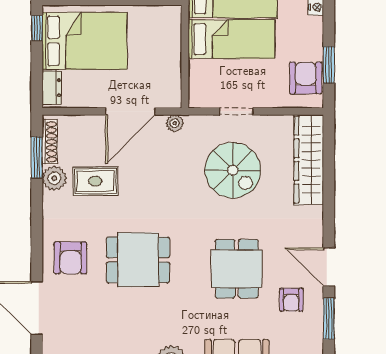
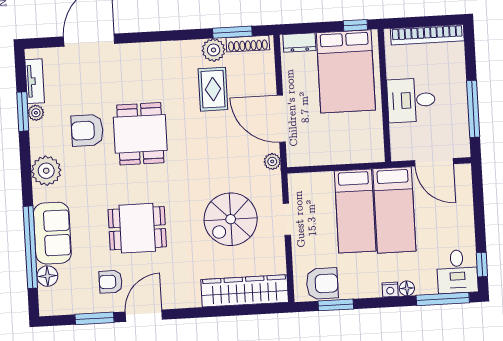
armchair: (71, 258) -> (87, 130), moved

